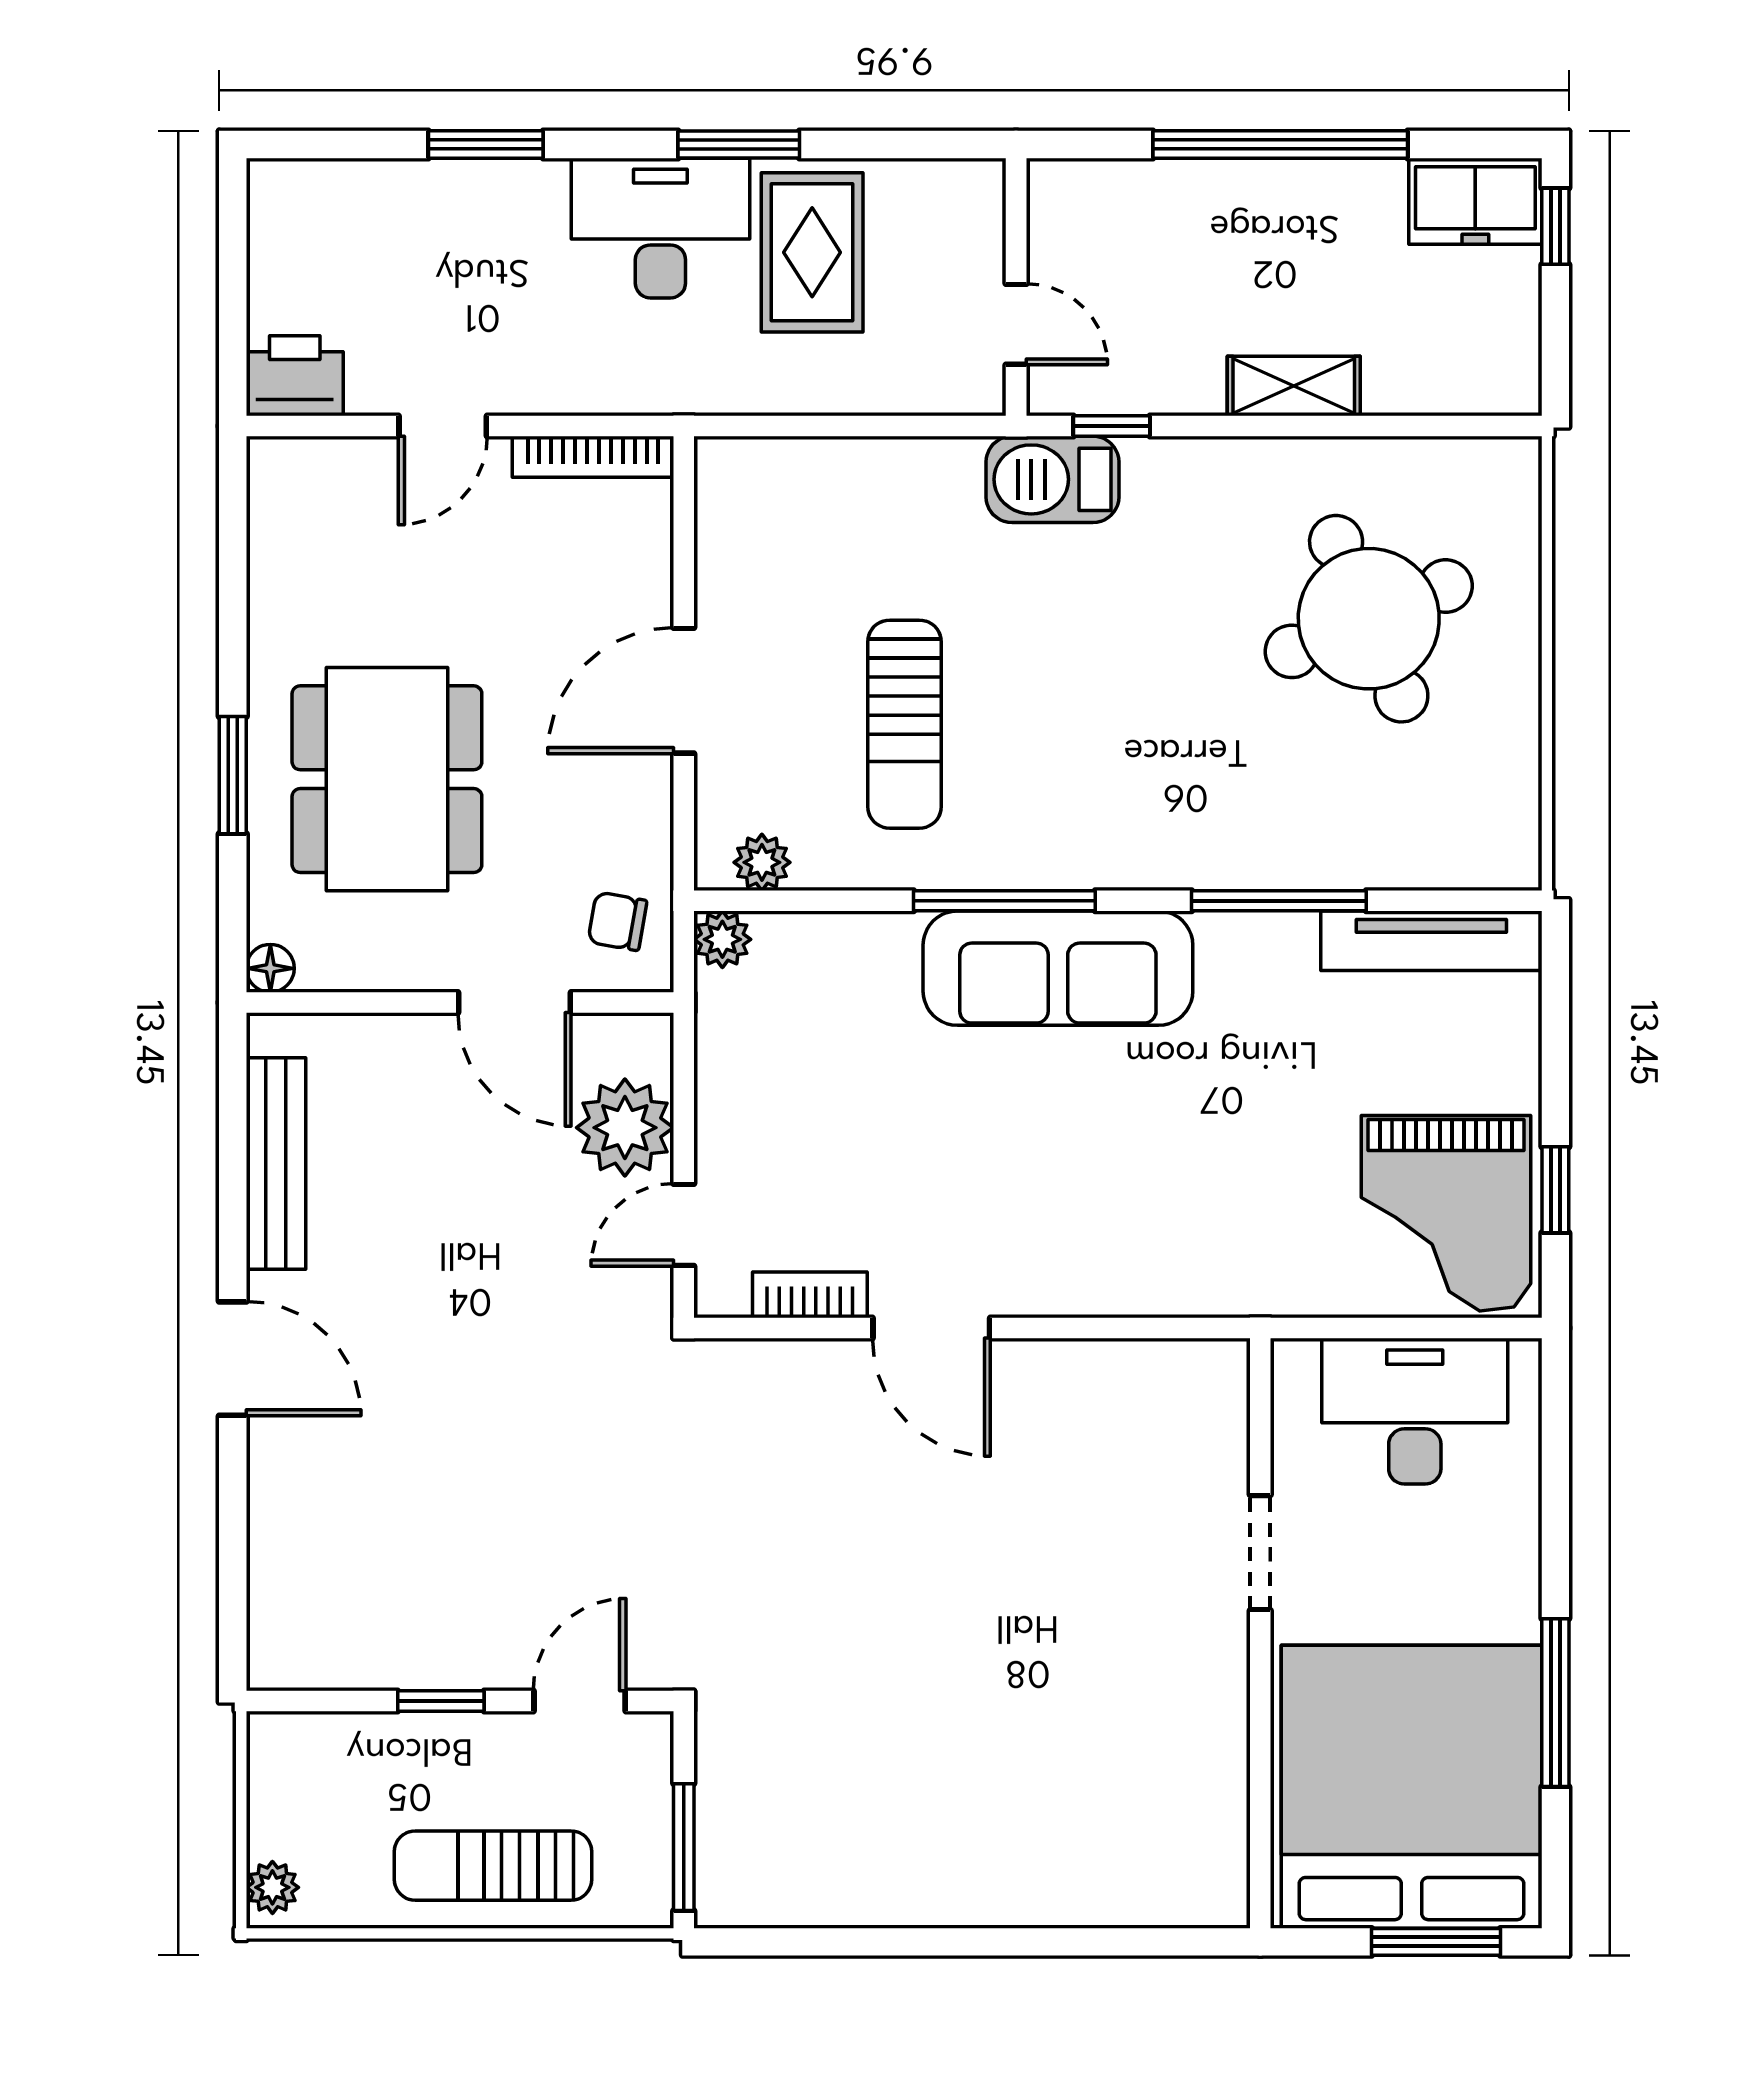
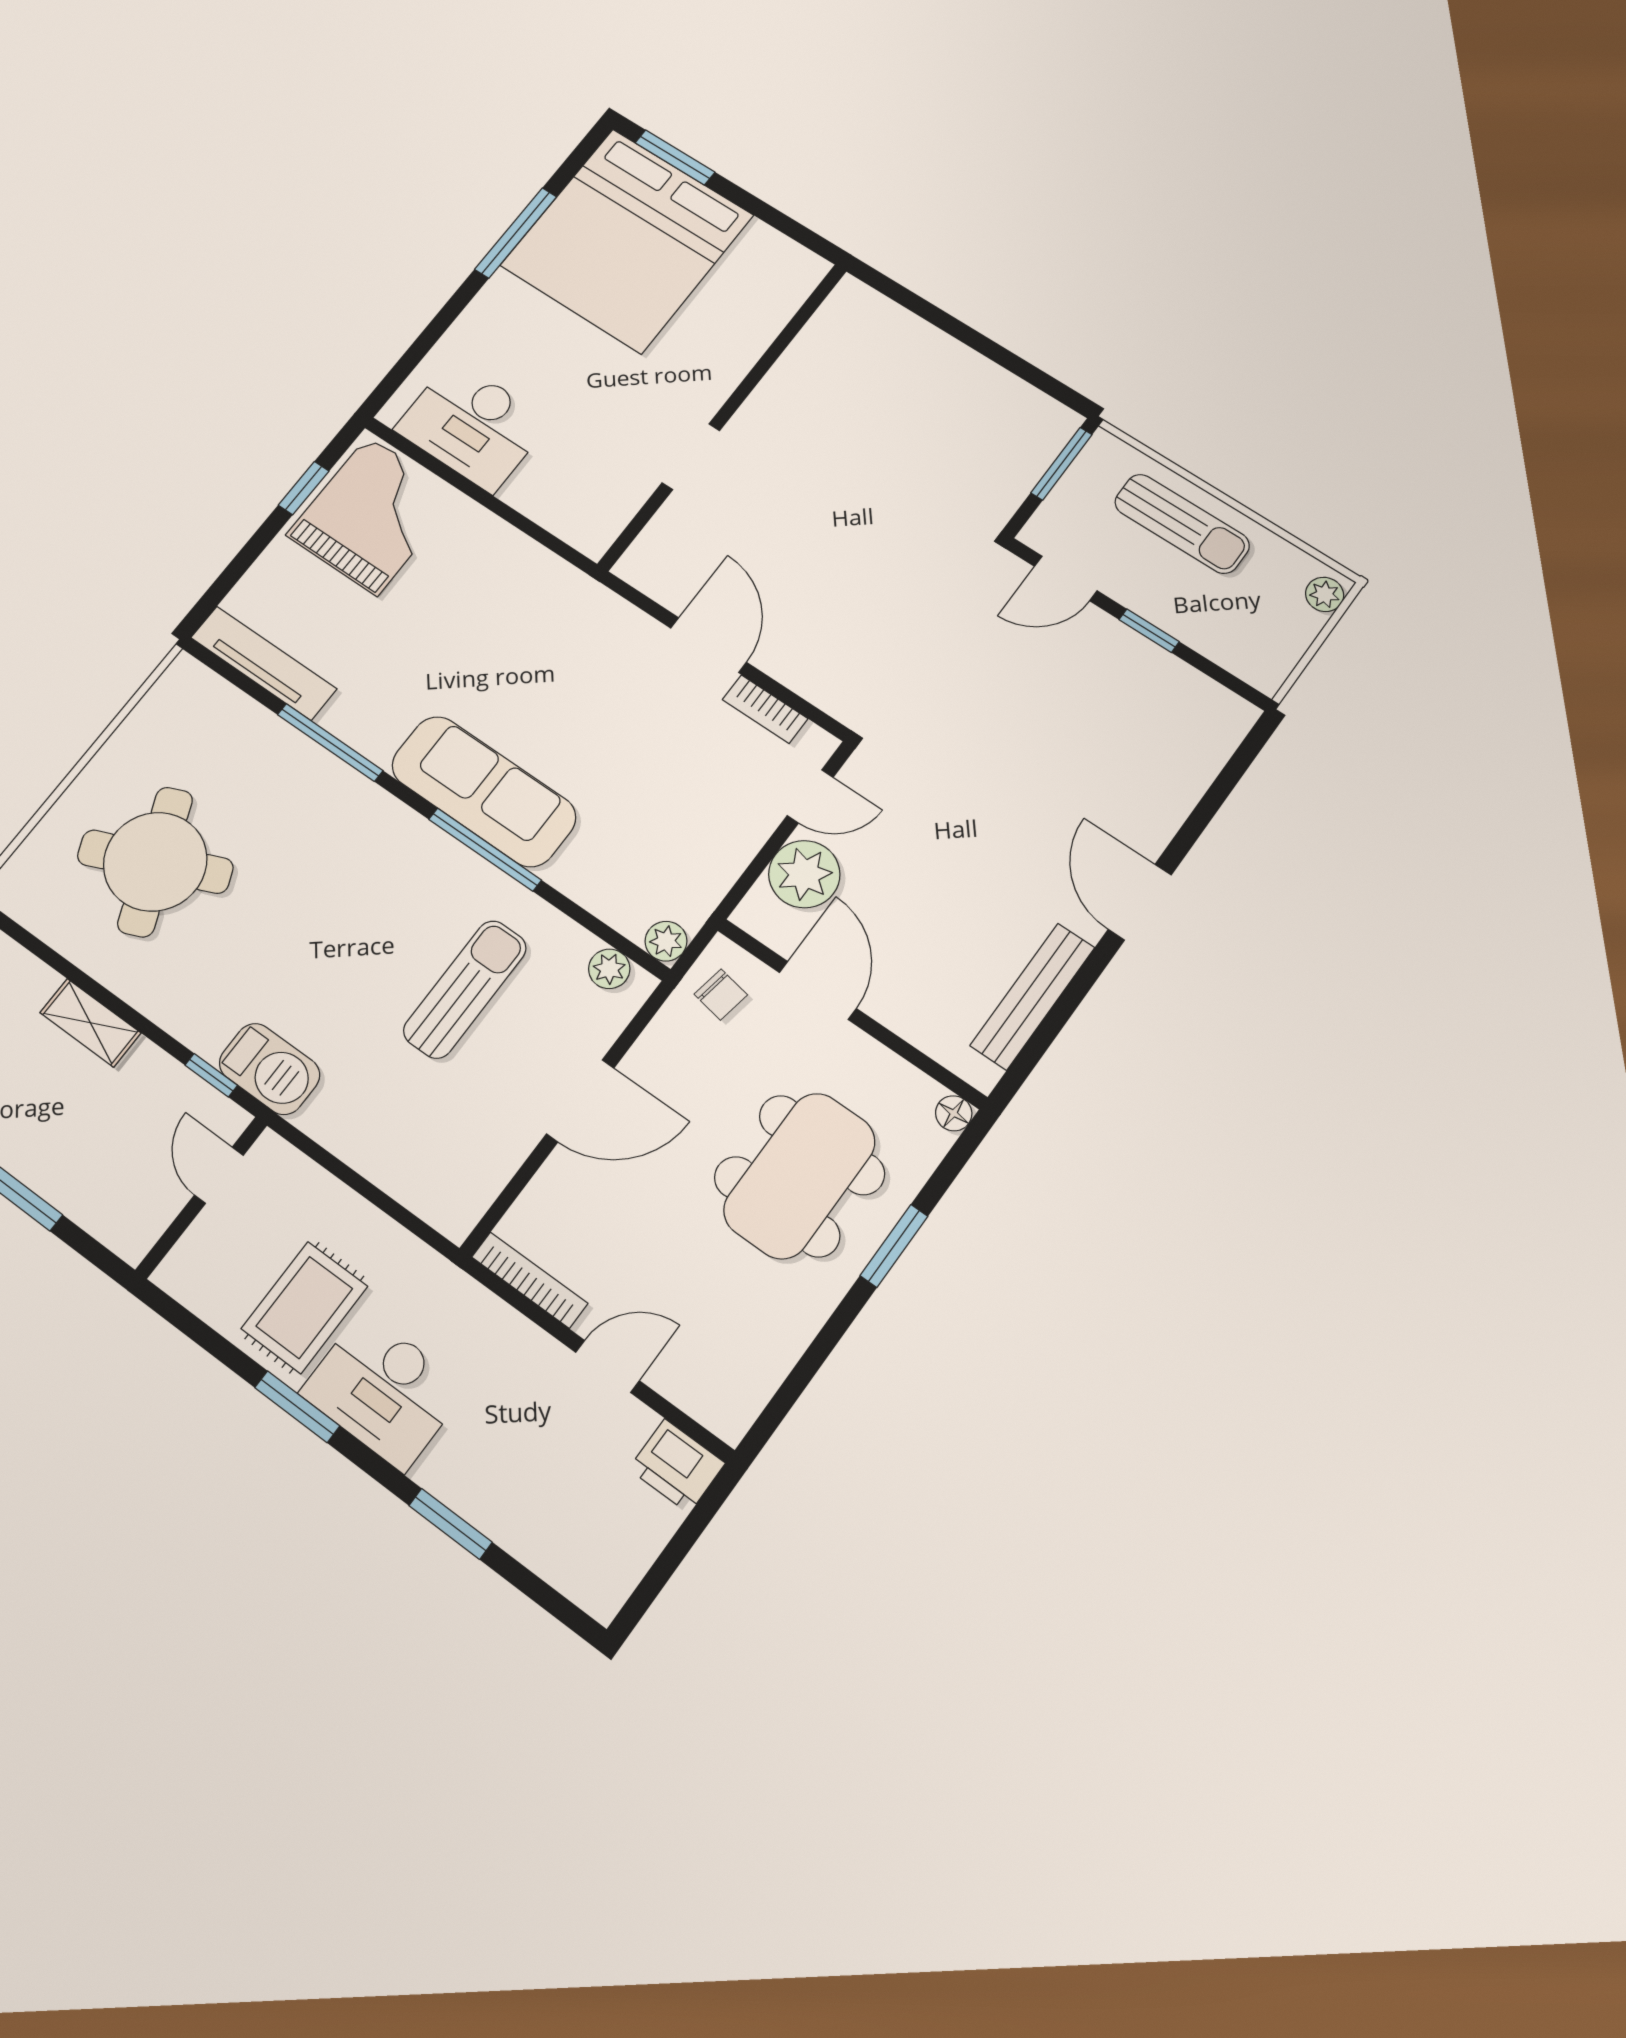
doorway: (1260, 1553) -> (691, 457), moved
wall: (1260, 1633) -> (724, 416), moved

